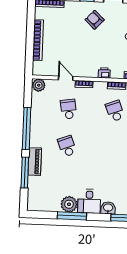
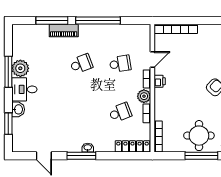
bookcase: (38, 40) -> (176, 29), moved
printer: (104, 73) -> (160, 81), moved
plant: (39, 85) -> (144, 96), moved

